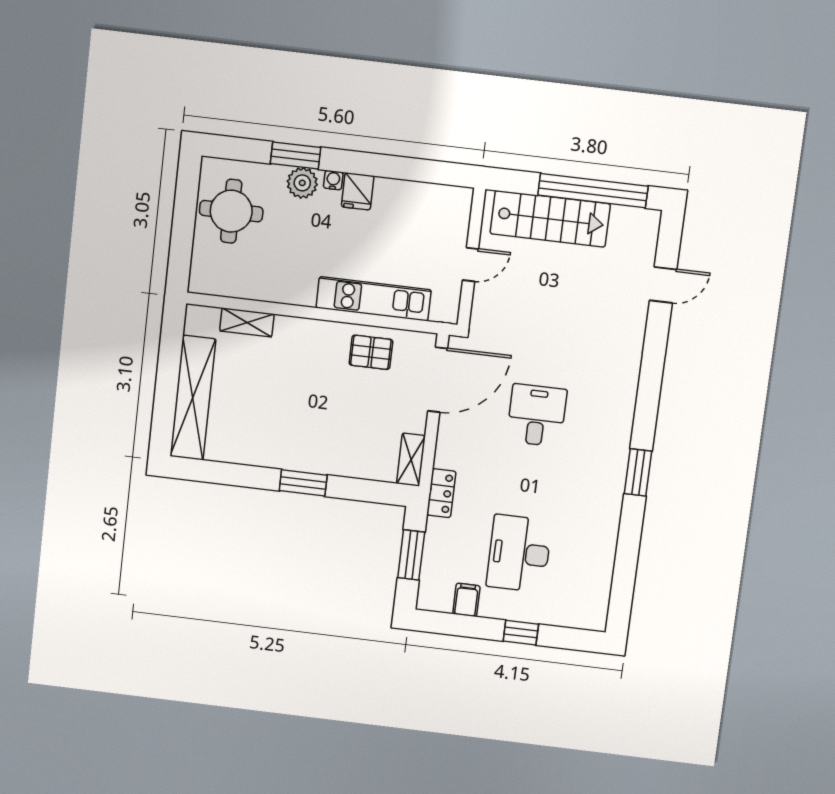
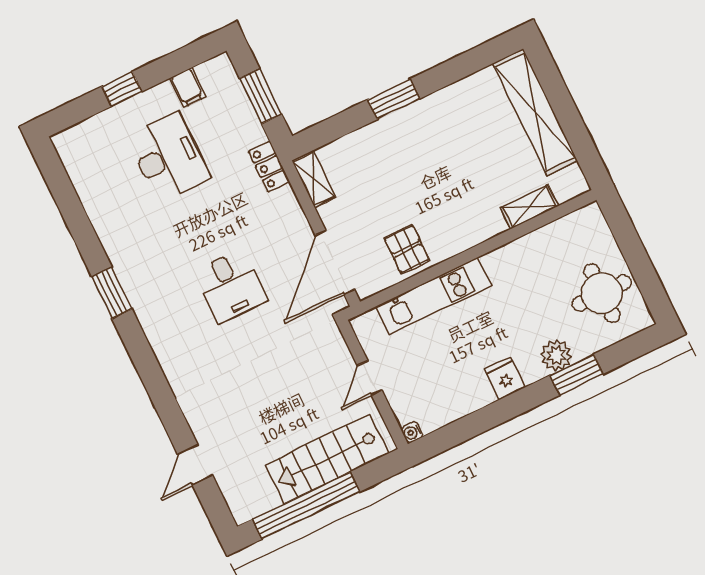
water cooler: (333, 180) -> (412, 432), moved, turned 90
pallet: (371, 352) -> (407, 249), turned 90

